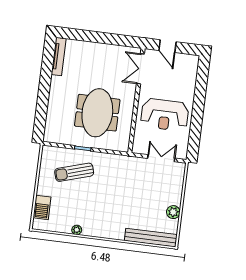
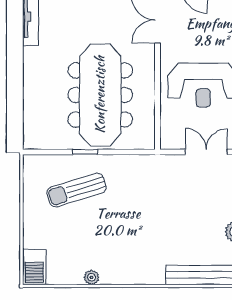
meeting table: (97, 113) -> (100, 95), width x1.36
barbecue: (42, 207) -> (34, 267), moved

